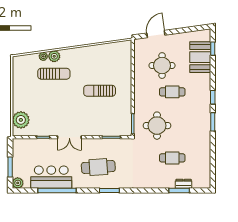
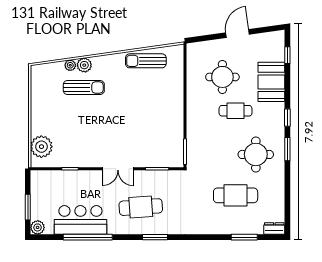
door: (156, 34) -> (237, 33), moved
booth: (200, 57) -> (271, 82), moved
sun lounger: (100, 91) -> (146, 61), moved
round table: (157, 126) -> (256, 154), moved
double door: (69, 137) -> (118, 169), moved
cafe table: (172, 158) -> (236, 195), width x1.37, depth x1.35
dresser: (184, 184) -> (274, 229), moved

